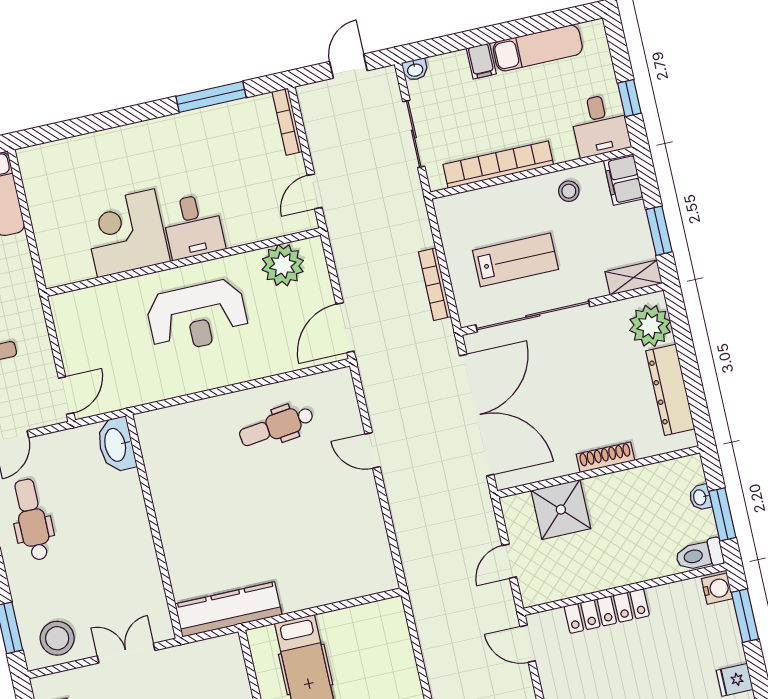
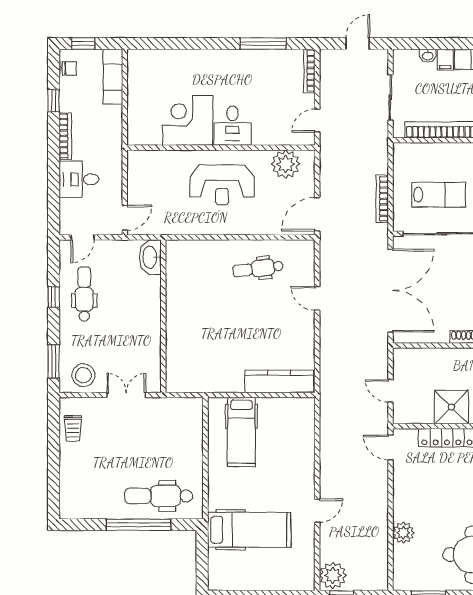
washbasin: (415, 70) -> (428, 56), moved
shower: (561, 510) -> (451, 407), moved
door: (509, 561) -> (390, 391), hinge flipped
kitchen counter: (228, 609) -> (279, 381), moved

